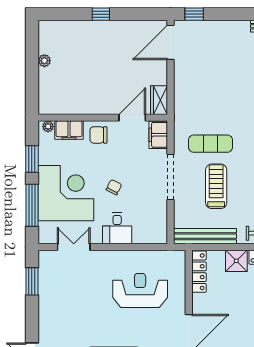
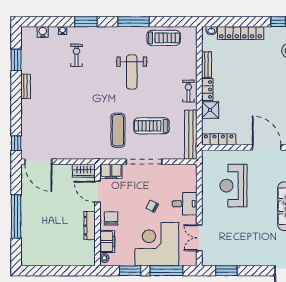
window: (101, 14) -> (16, 216), width x3.17
plant: (44, 61) -> (53, 261), removed
dresser: (89, 108) -> (90, 226), added
chair: (98, 135) -> (111, 218), turned 180

